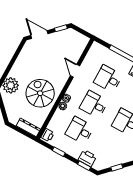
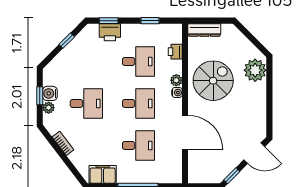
door: (75, 71) -> (185, 133), width x1.88
spiral stairs: (40, 93) -> (213, 81), turned -90
printer: (47, 135) -> (175, 52), moved

